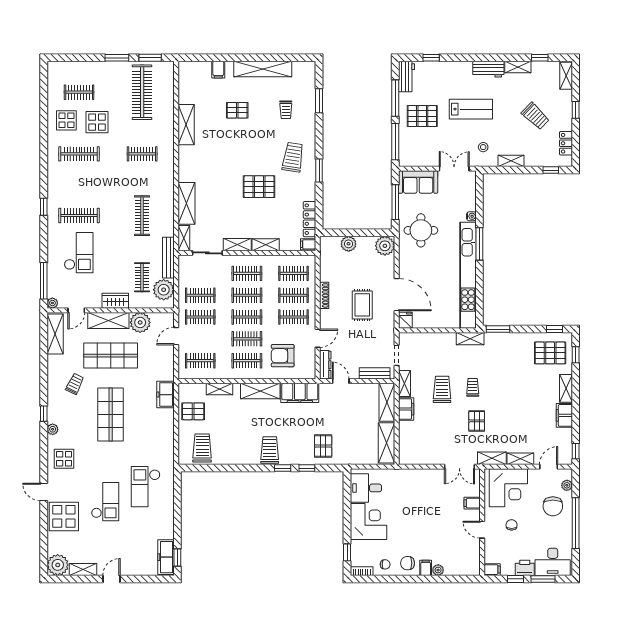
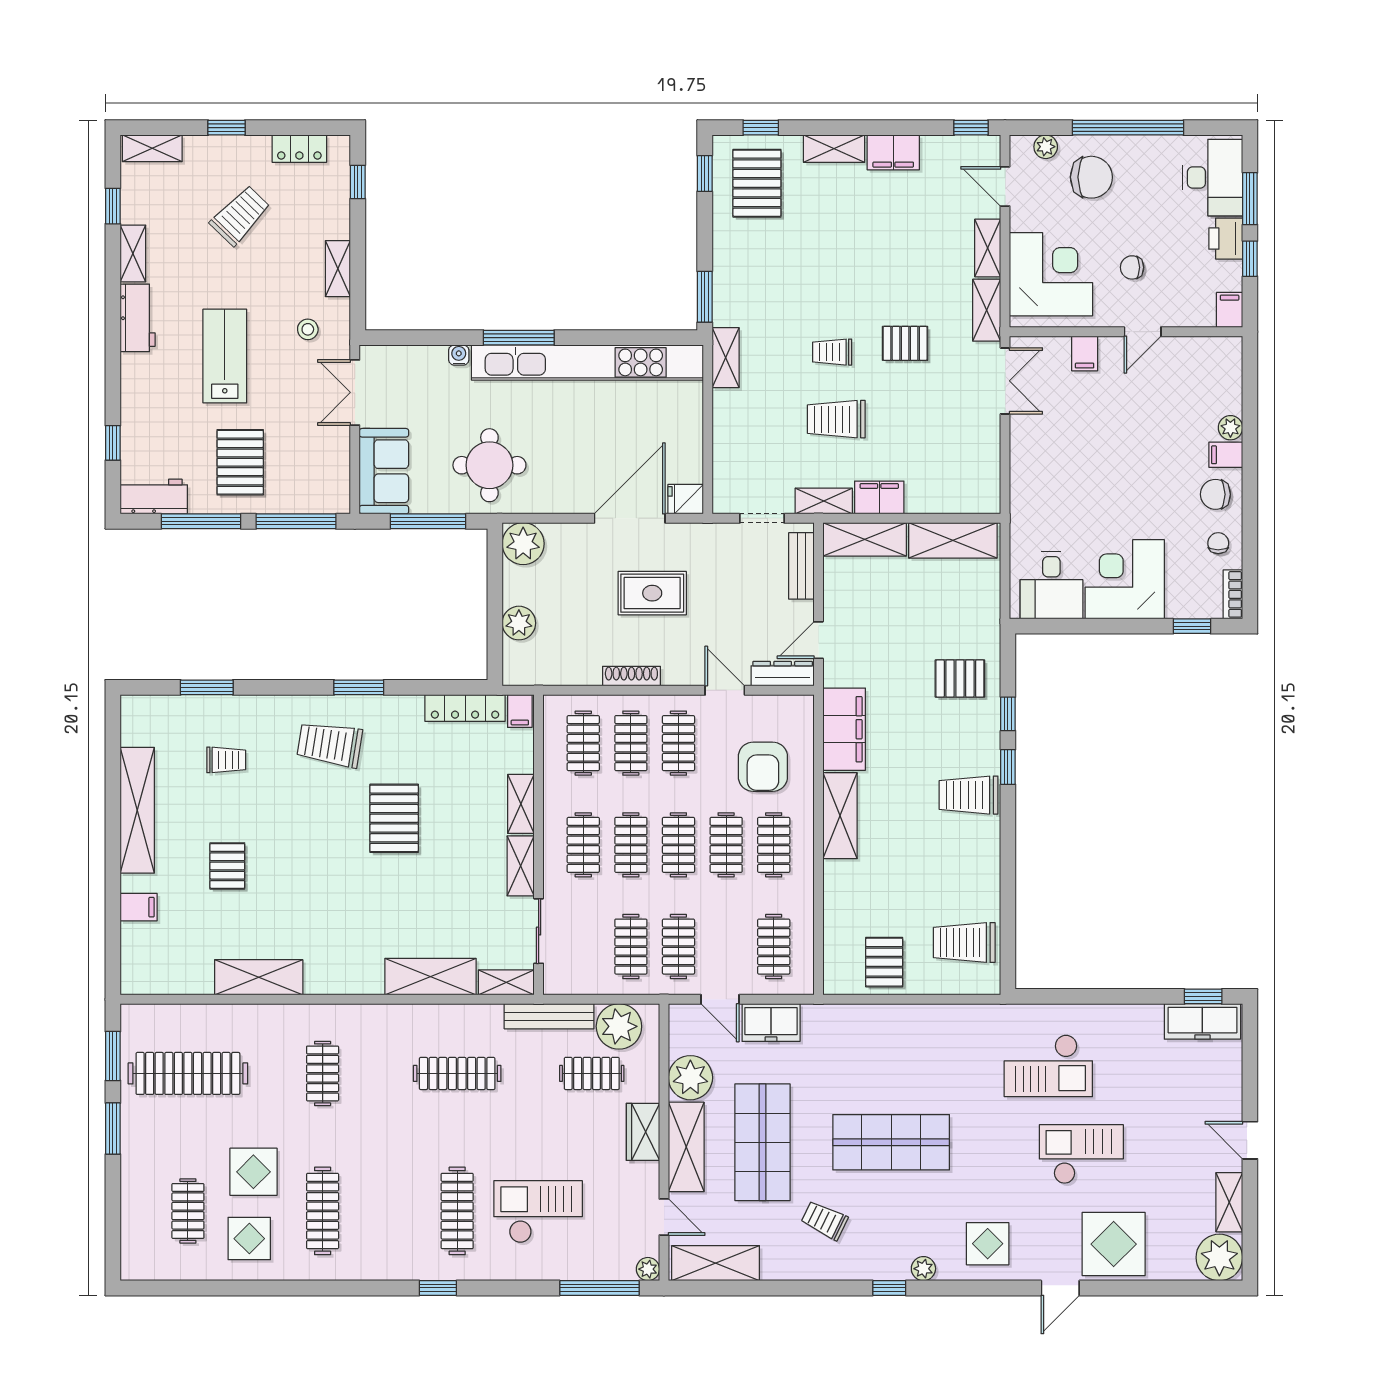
shelving: (219, 389) -> (836, 905), removed
freezer: (165, 395) -> (771, 1023), moved
chair: (408, 563) -> (1215, 494), turned 90

